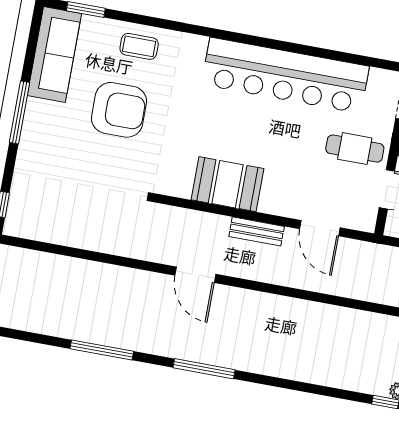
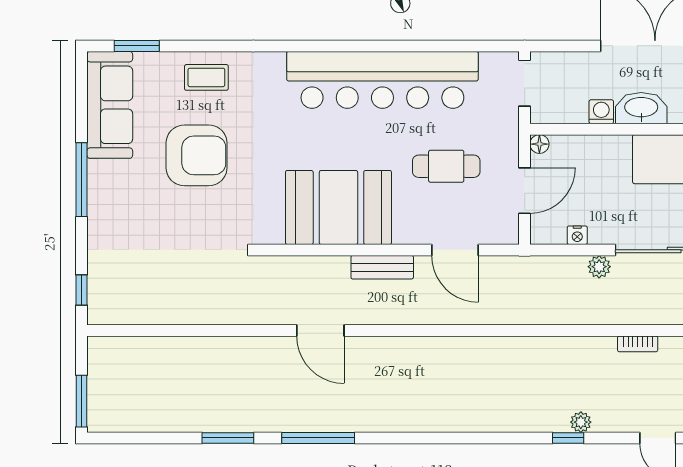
cafe table: (355, 149) -> (446, 166), moved
booth: (228, 184) -> (338, 207), width x1.36, depth x1.42
window: (102, 350) -> (228, 438), width x0.69
window: (204, 369) -> (318, 438), moved

